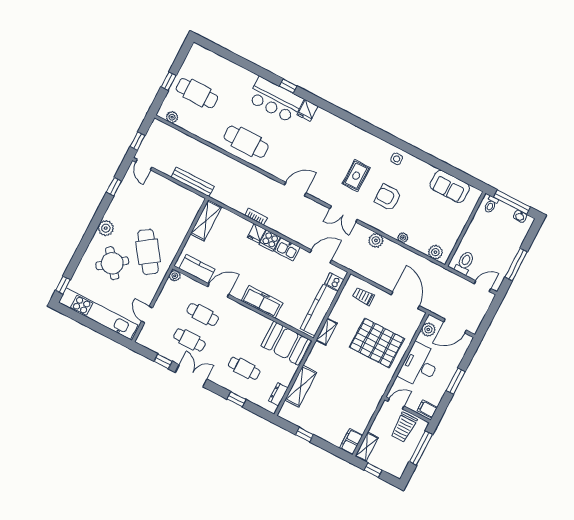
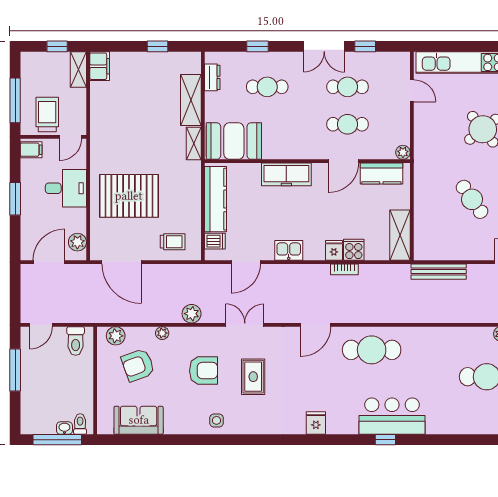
fridge: (308, 111) -> (316, 423), moved
cafe table: (246, 142) -> (372, 350), moved
washbasin: (520, 216) -> (64, 428), moved
armchair: (431, 224) -> (138, 365), added
cooker: (270, 241) -> (354, 250), moved
cafe table: (148, 252) -> (472, 199), moved, width x0.73, depth x0.74
shelving: (327, 332) -> (194, 144), moved
desk: (420, 366) -> (66, 188), width x0.73

